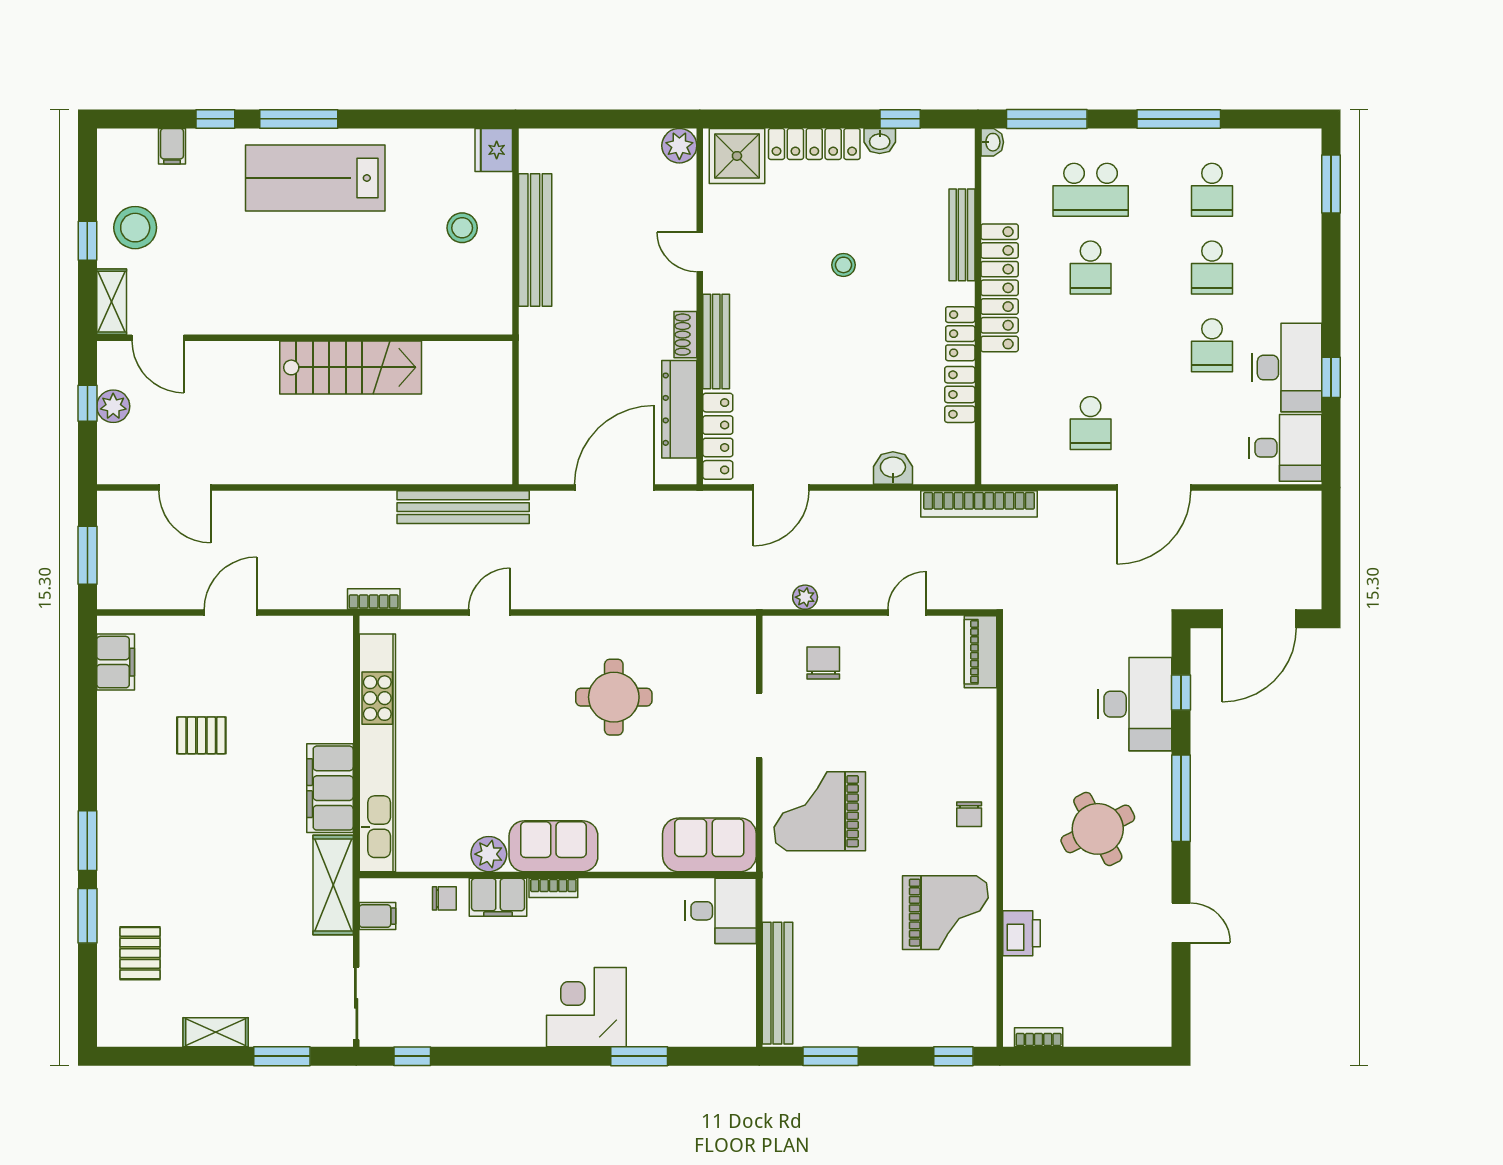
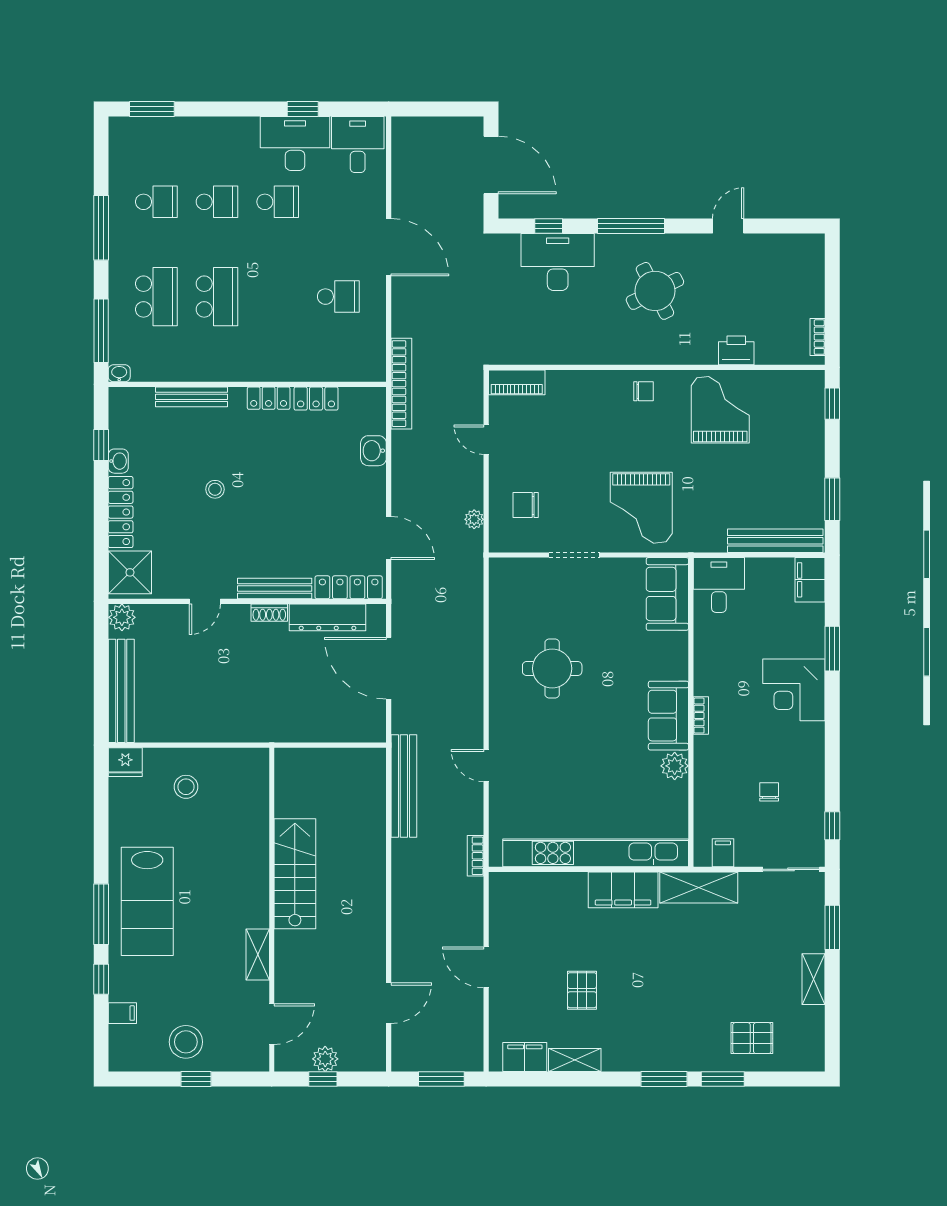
bench: (535, 240) -> (121, 691), moved, turned 90
school desk: (1091, 268) -> (217, 297), width x1.85
locker: (1000, 288) -> (233, 368), removed
shelving: (112, 302) -> (258, 955), moved, turned 90
shelving: (112, 726) -> (575, 1060), added
filing cabinet: (498, 897) -> (810, 580), moved, turned 180
chair: (444, 898) -> (769, 792), moved

